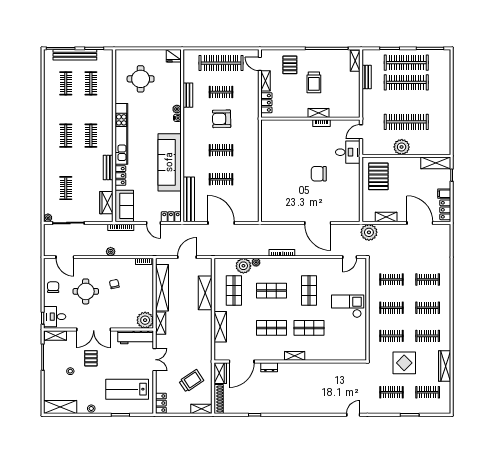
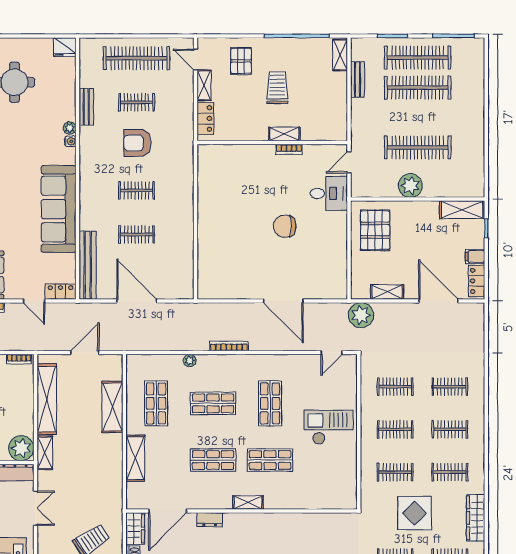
trolley: (314, 82) -> (277, 88), turned 180
plant: (243, 266) -> (171, 366), removed

